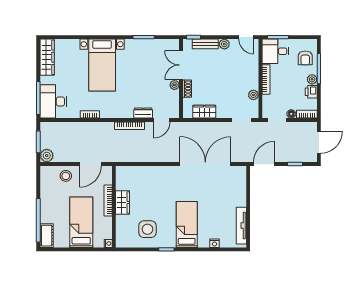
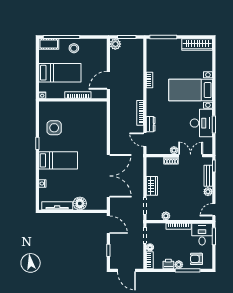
desk: (53, 101) -> (201, 123), moved, turned 90
wardrobe: (204, 112) -> (152, 186), moved
door: (90, 164) -> (108, 80), hinge flipped
stool: (66, 176) -> (74, 48), moved
floor lamp: (239, 198) -> (80, 203), added
wardrobe: (123, 203) -> (76, 107), removed

